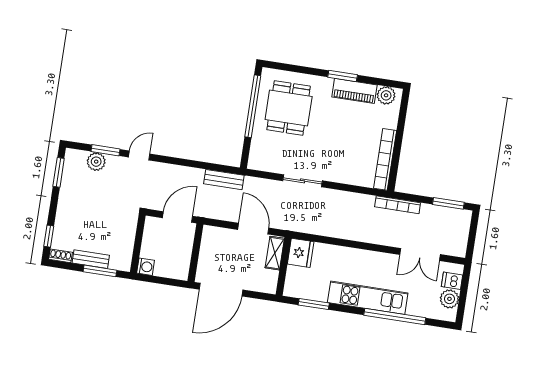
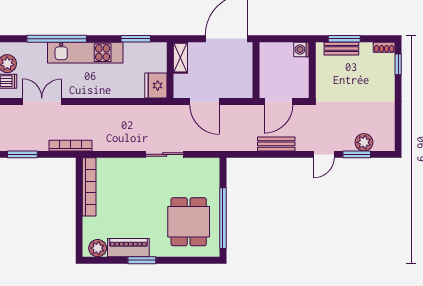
window: (59, 172) -> (398, 126), removed
bench: (224, 180) -> (276, 144), moved
shelving: (275, 253) -> (180, 58), moved
bench: (91, 259) -> (341, 49), moved

